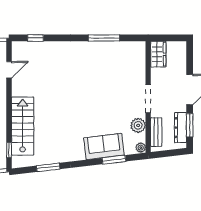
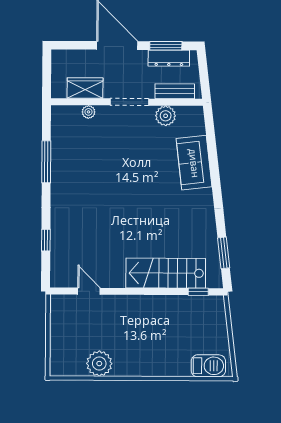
window: (35, 38) -> (46, 240), moved
wardrobe: (158, 54) -> (85, 88), moved
plant: (141, 148) -> (89, 112), moved
window: (114, 160) -> (212, 149), removed
window: (48, 167) -> (224, 253), moved

